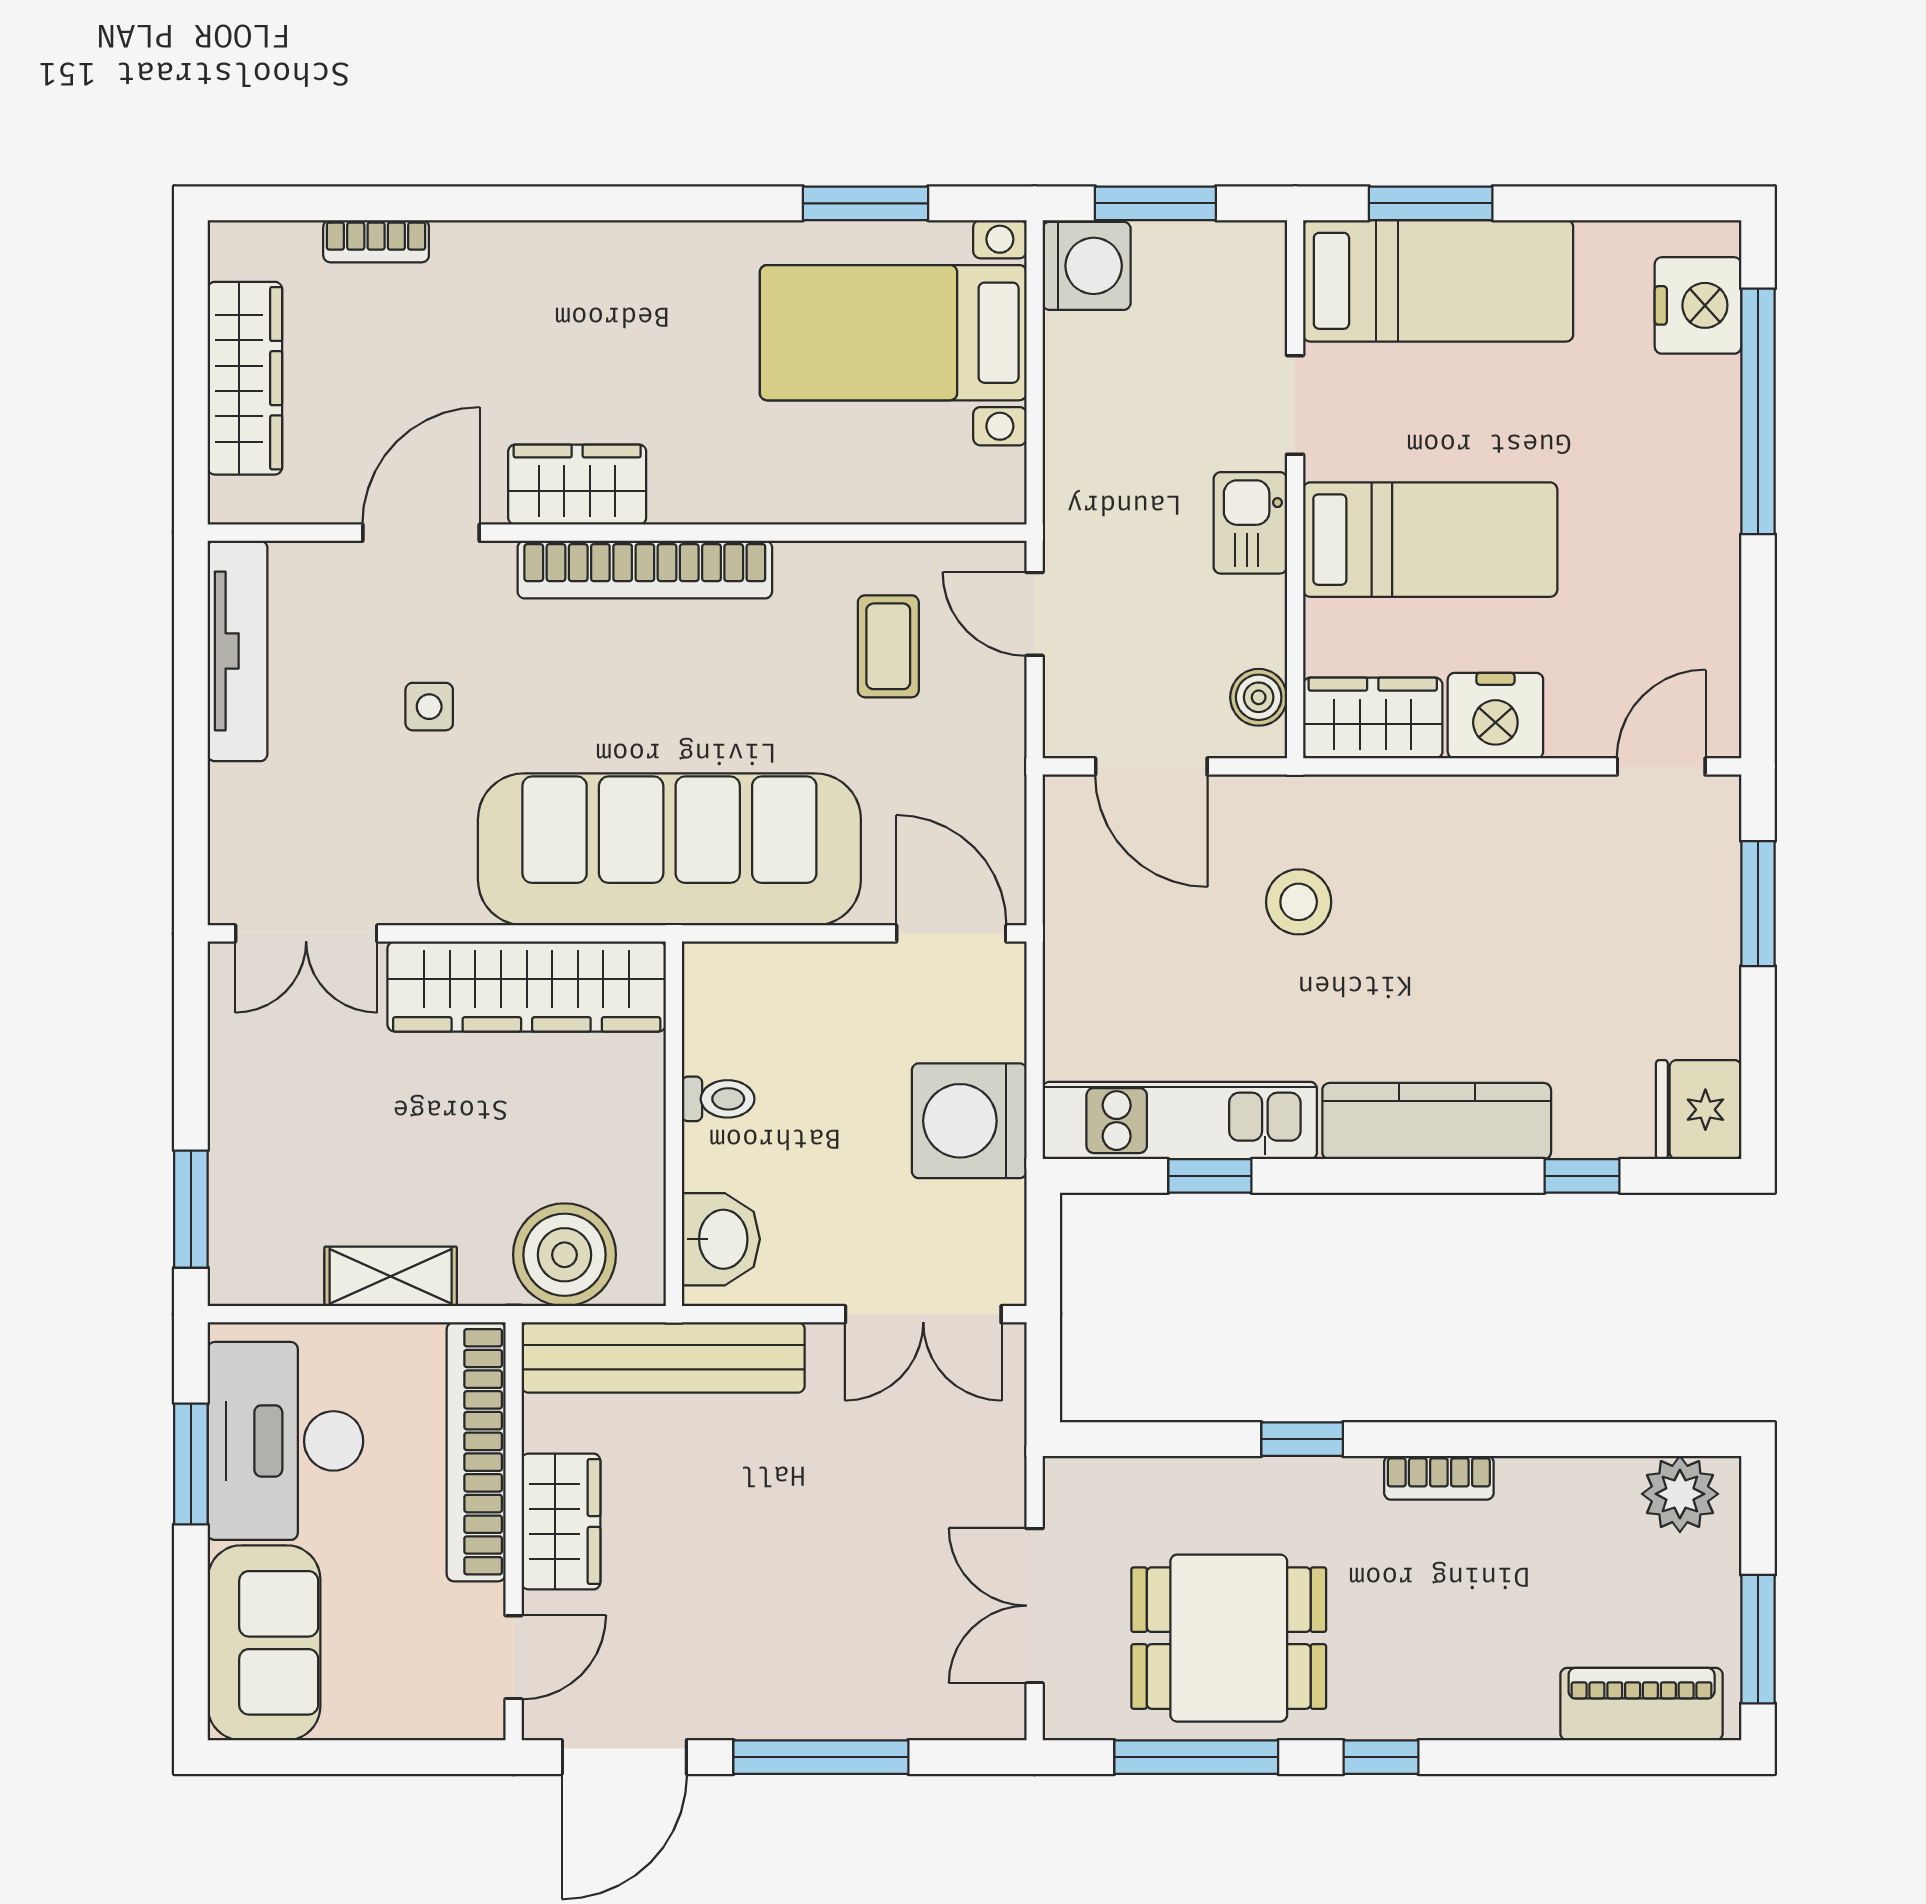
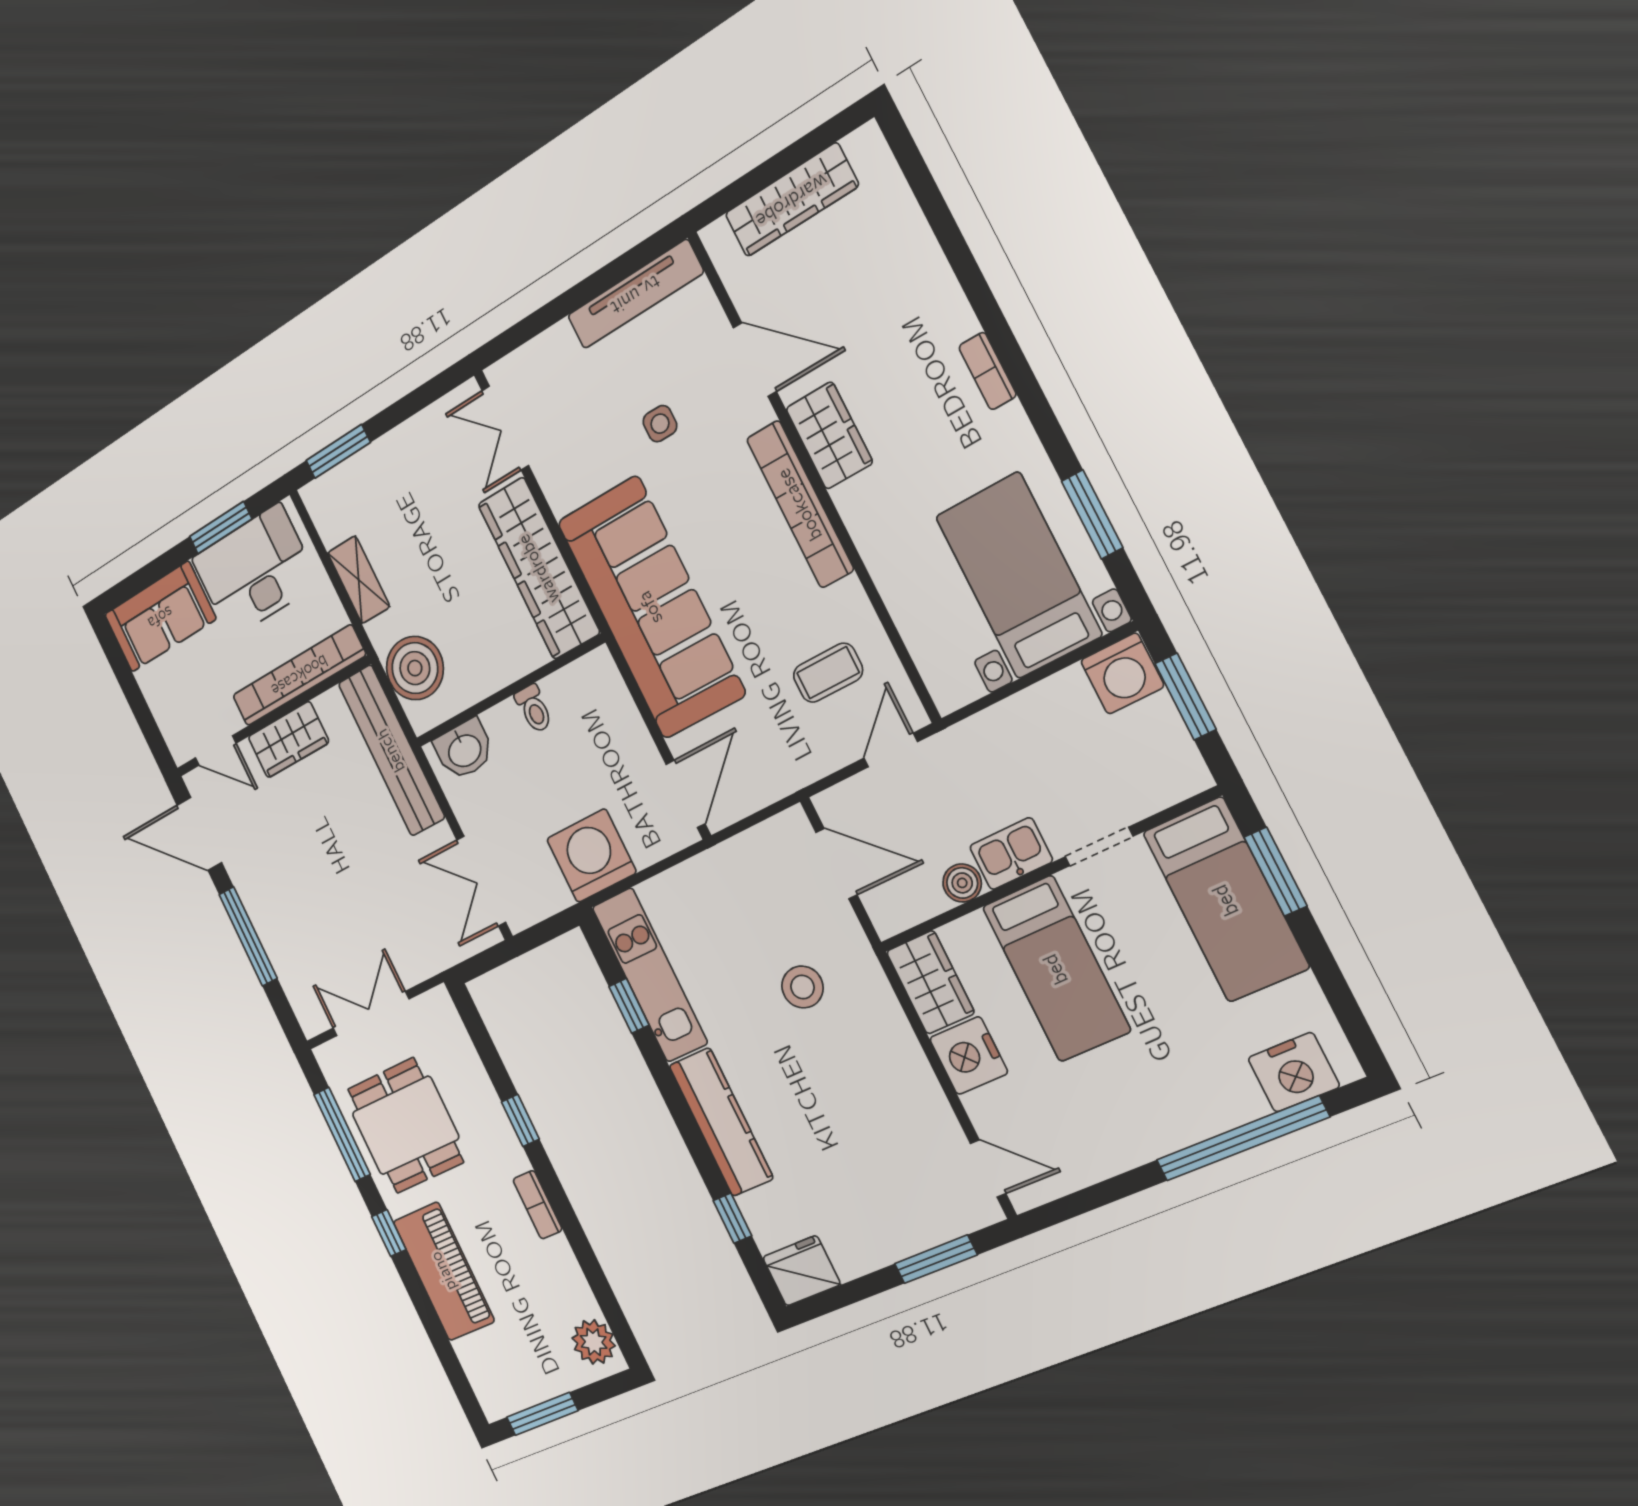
bookcase: (376, 241) -> (988, 371), moved
boiler: (1259, 697) -> (962, 883), moved
door: (1151, 766) -> (836, 864), swing flipped
piano: (1642, 1704) -> (444, 1271), moved, width x1.37, depth x1.33

